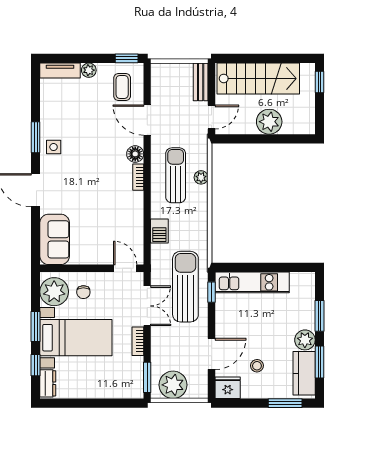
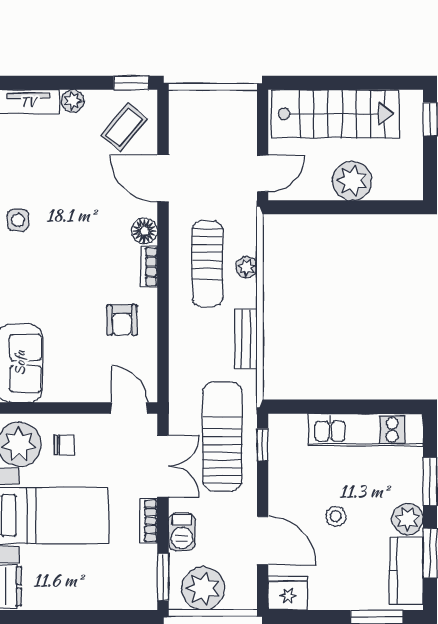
bench: (201, 82) -> (246, 339), moved
coffee table: (122, 87) -> (124, 127), turned 40
sun lounger: (176, 175) -> (207, 264), turned 180
armchair: (121, 212) -> (122, 320), added
barbecue: (159, 231) -> (182, 532), moved
kitchen unit: (252, 282) -> (366, 430), moved
chair: (83, 292) -> (64, 445), turned -90
door: (211, 354) -> (263, 541), hinge flipped
stool: (257, 366) -> (336, 516), moved

